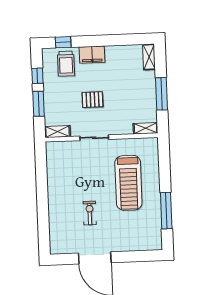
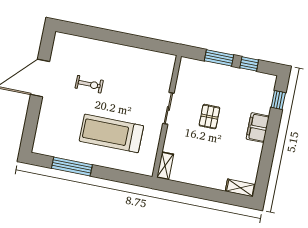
trolley: (66, 64) -> (255, 98), removed
window: (162, 94) -> (198, 192), removed
shelving: (57, 132) -> (184, 71), removed

